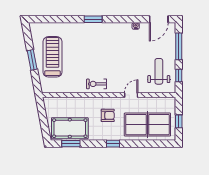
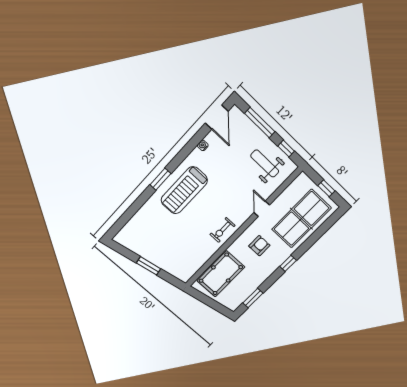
treadmill: (53, 57) -> (184, 190), moved, turned -90
pool table: (70, 128) -> (221, 274), moved

